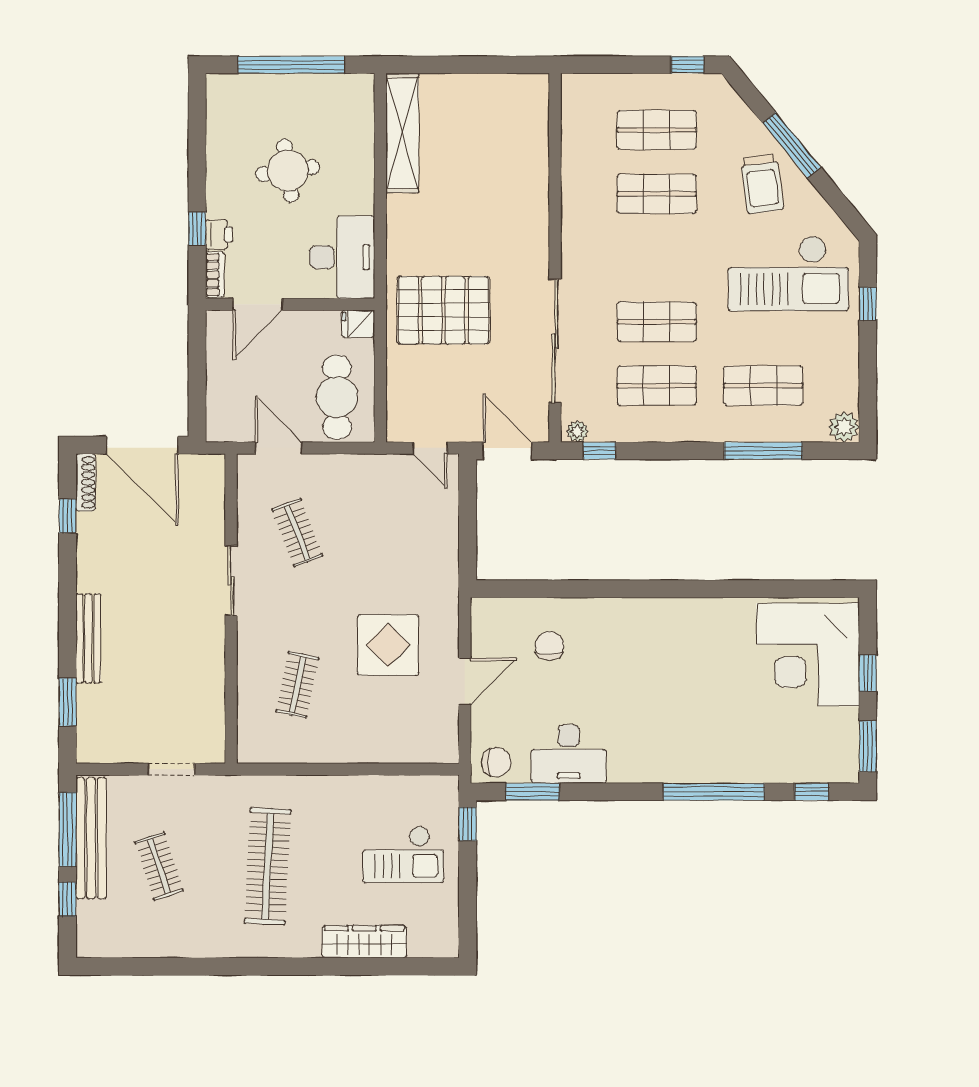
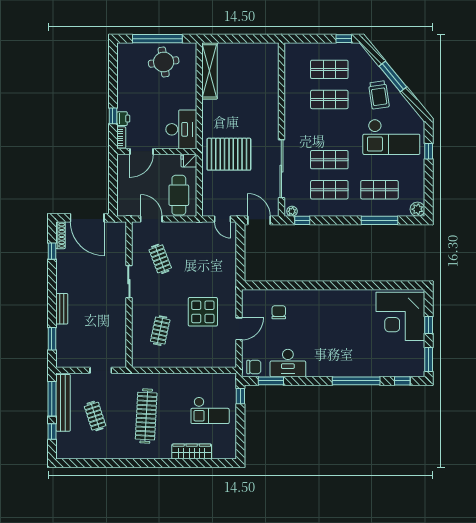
round table: (288, 171) -> (164, 62), moved
bench: (88, 638) -> (62, 309), width x0.73

